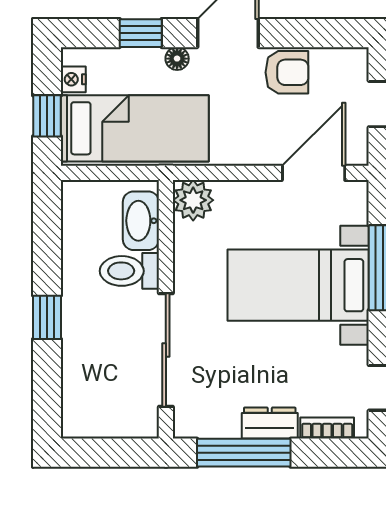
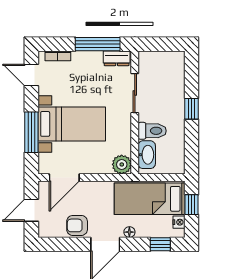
window: (141, 33) -> (160, 244), moved
sliding door: (166, 350) -> (135, 93), width x0.73
dresser: (270, 423) -> (117, 58), moved

